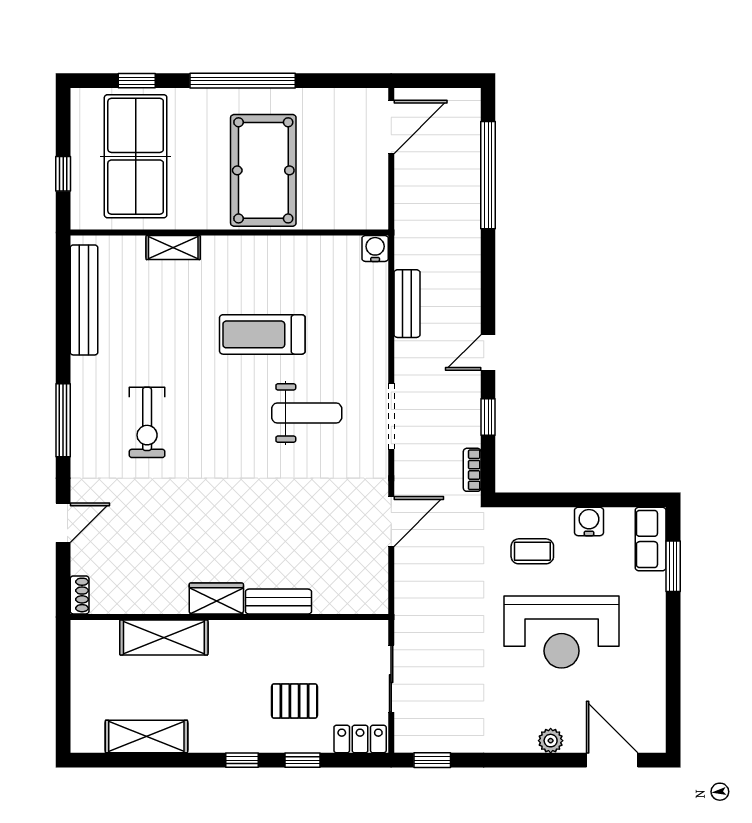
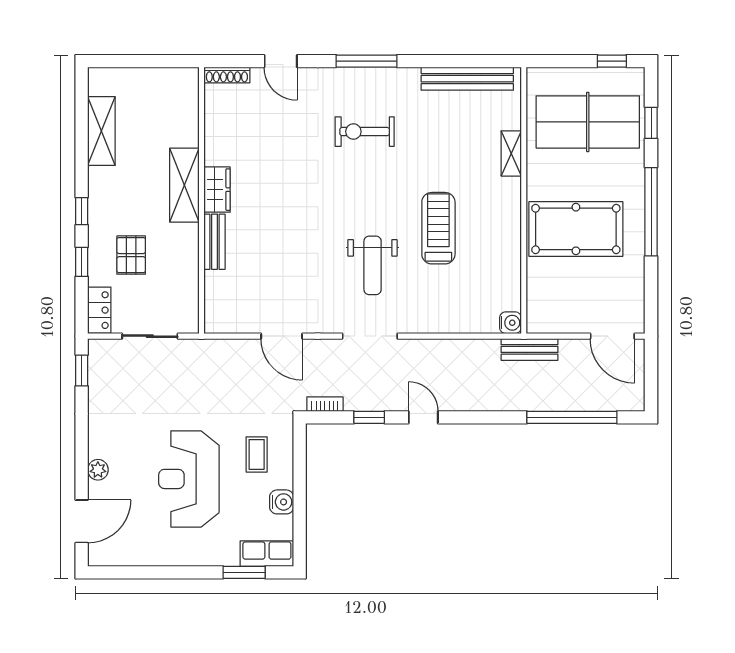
window: (63, 174) -> (612, 61), moved
bench: (407, 304) -> (529, 349), moved
shoe rack: (80, 595) -> (227, 75), width x1.43
shelving: (164, 638) -> (184, 185), moved

